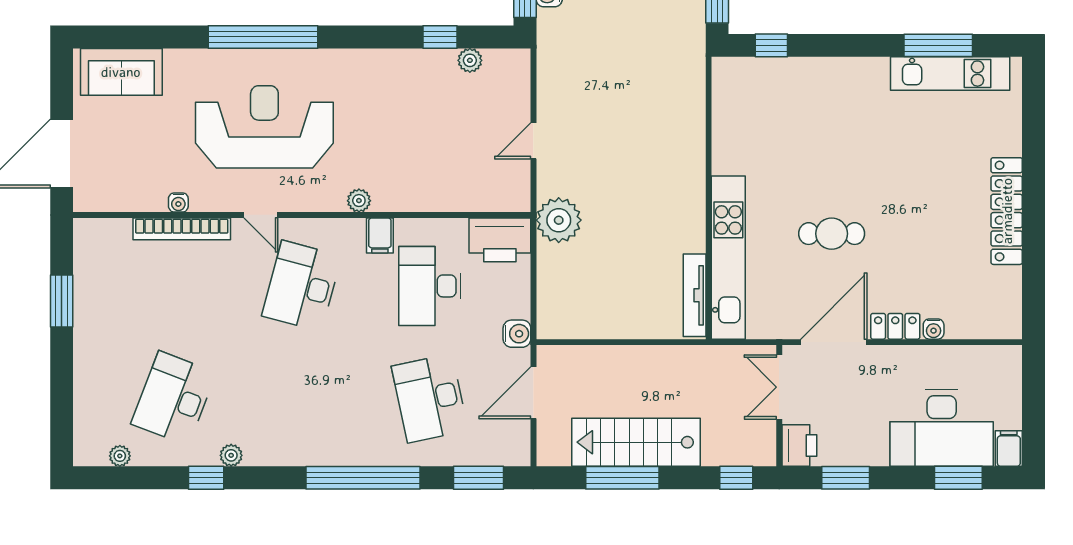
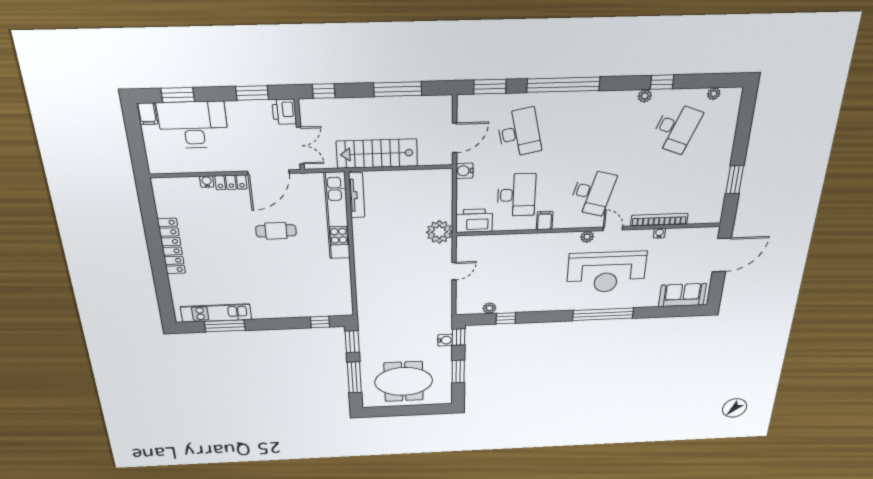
plant: (359, 201) -> (587, 237), moved
stairs: (636, 442) -> (377, 154), moved, turned 180

